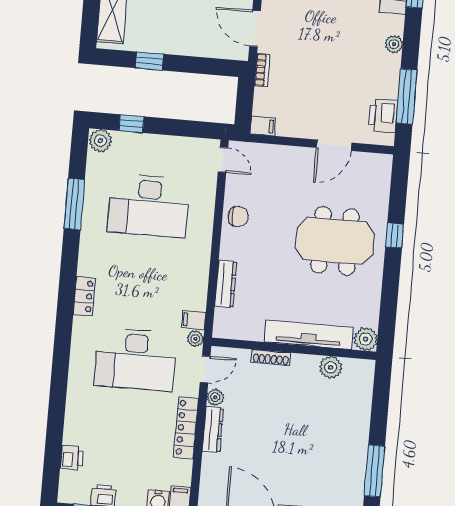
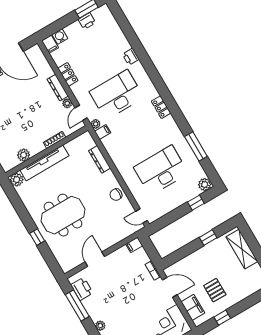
locker: (186, 428) -> (68, 74), width x0.66
printer: (72, 458) -> (131, 57), moved

